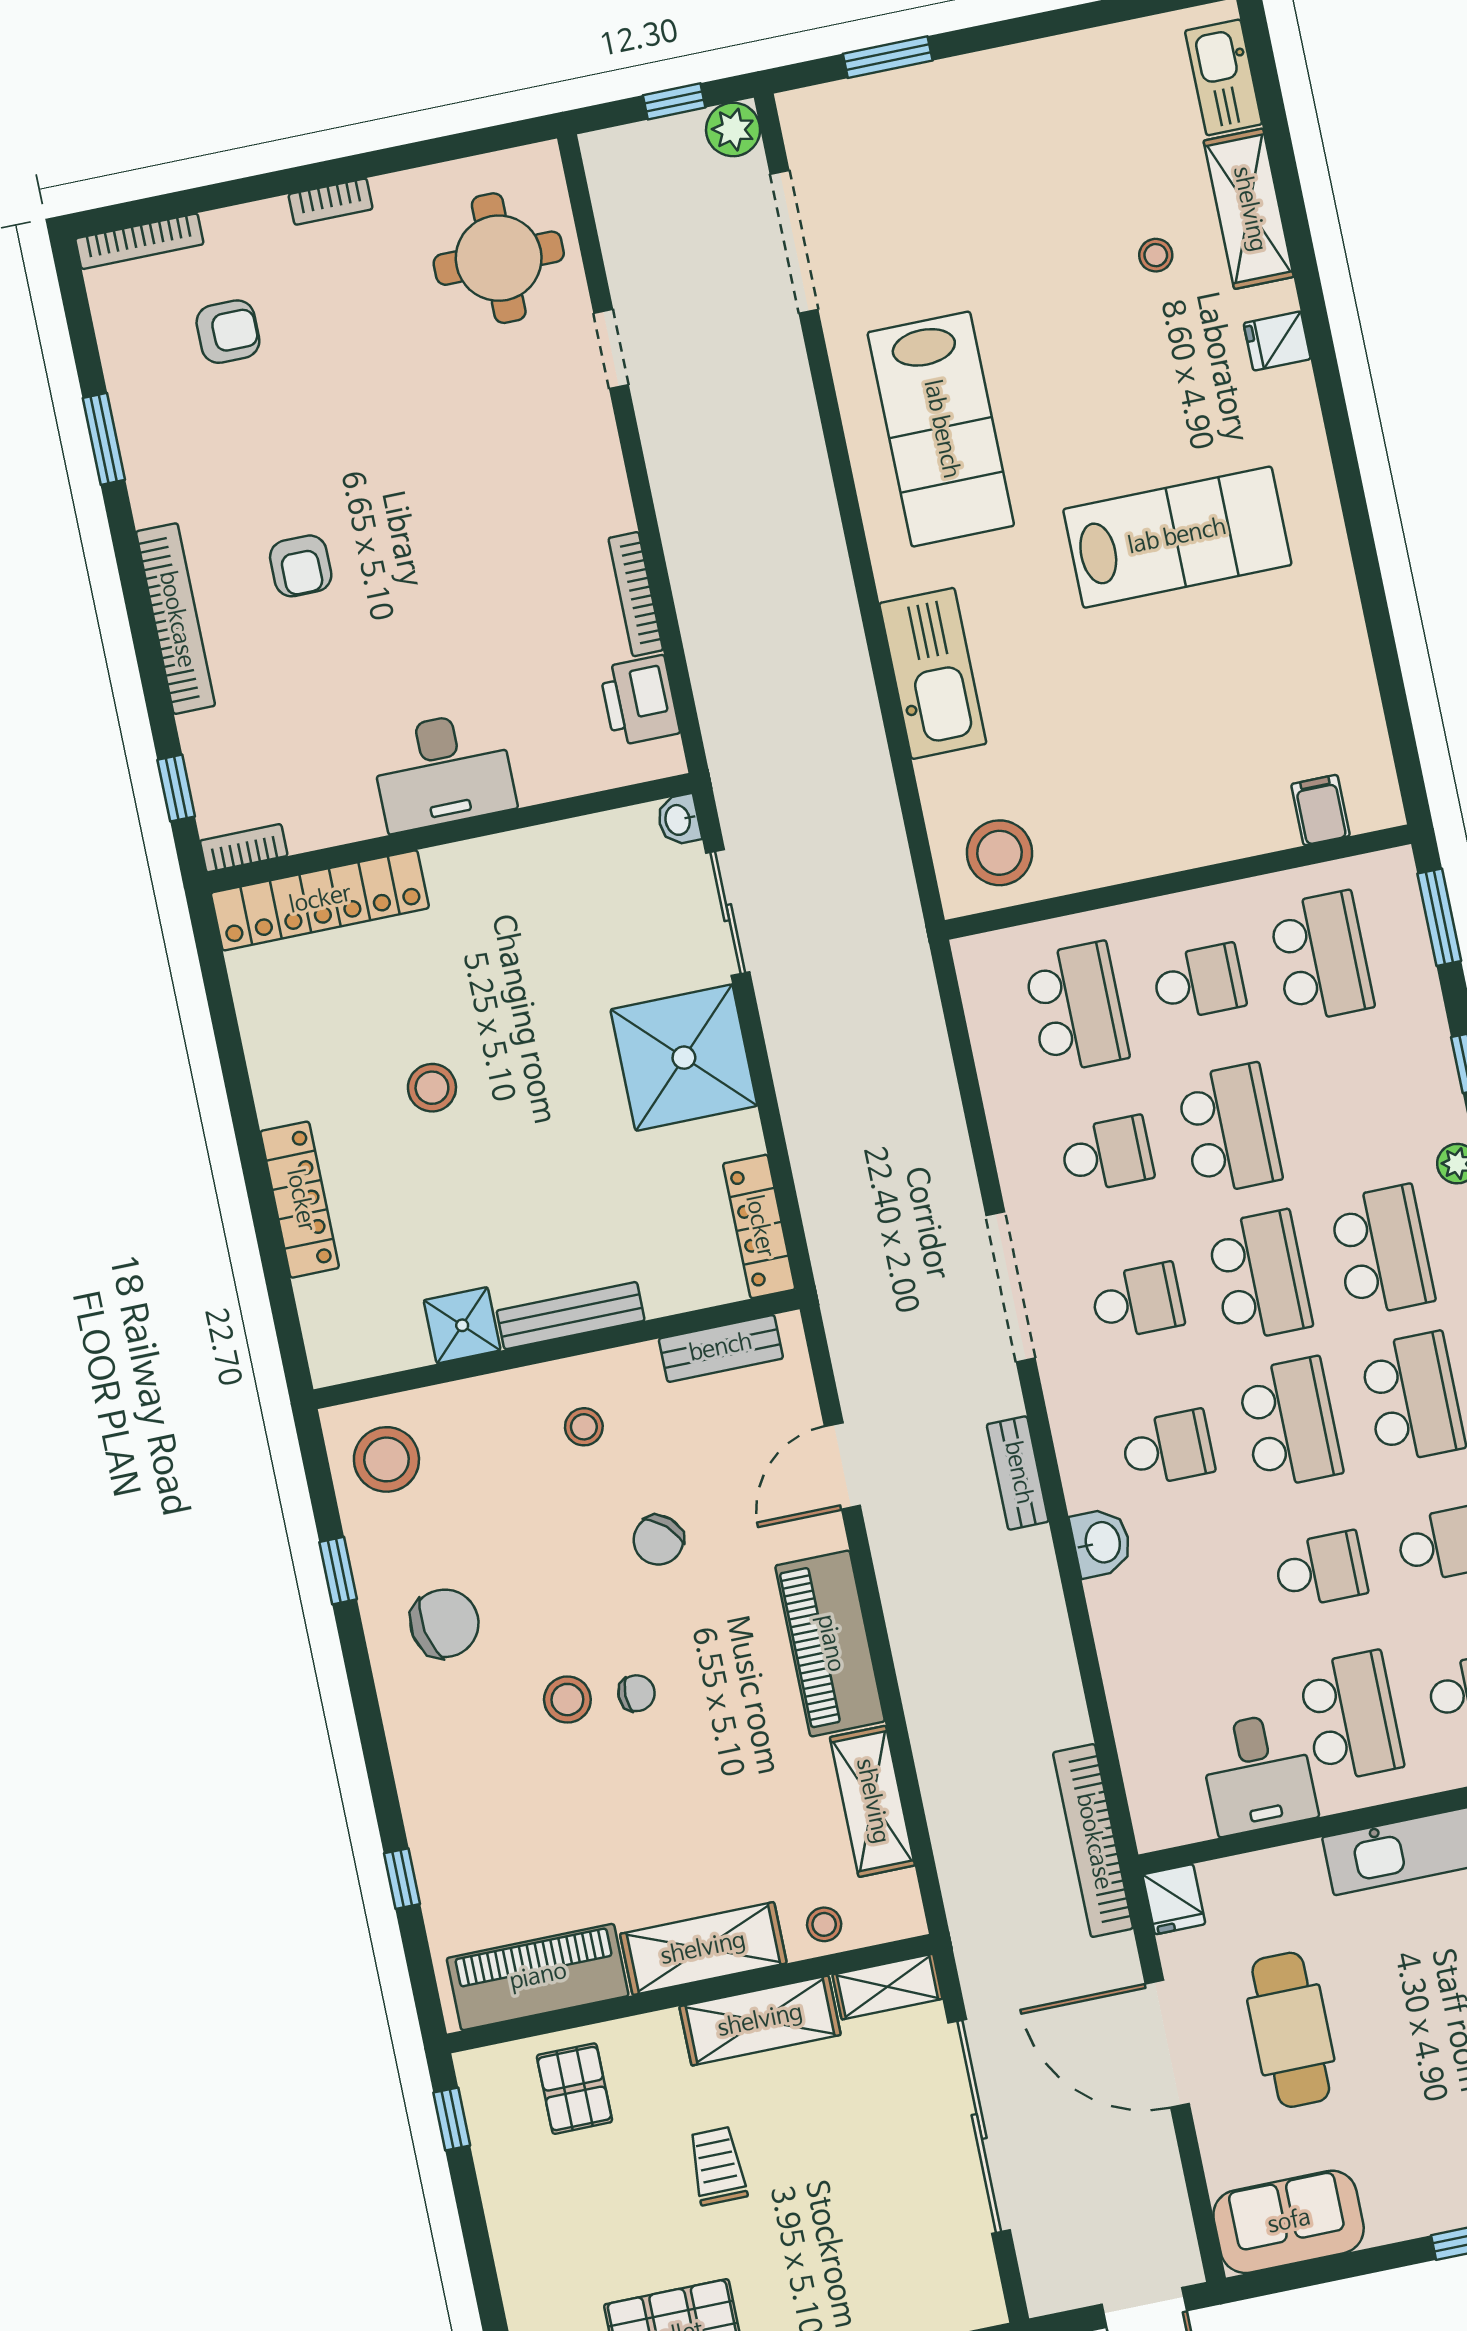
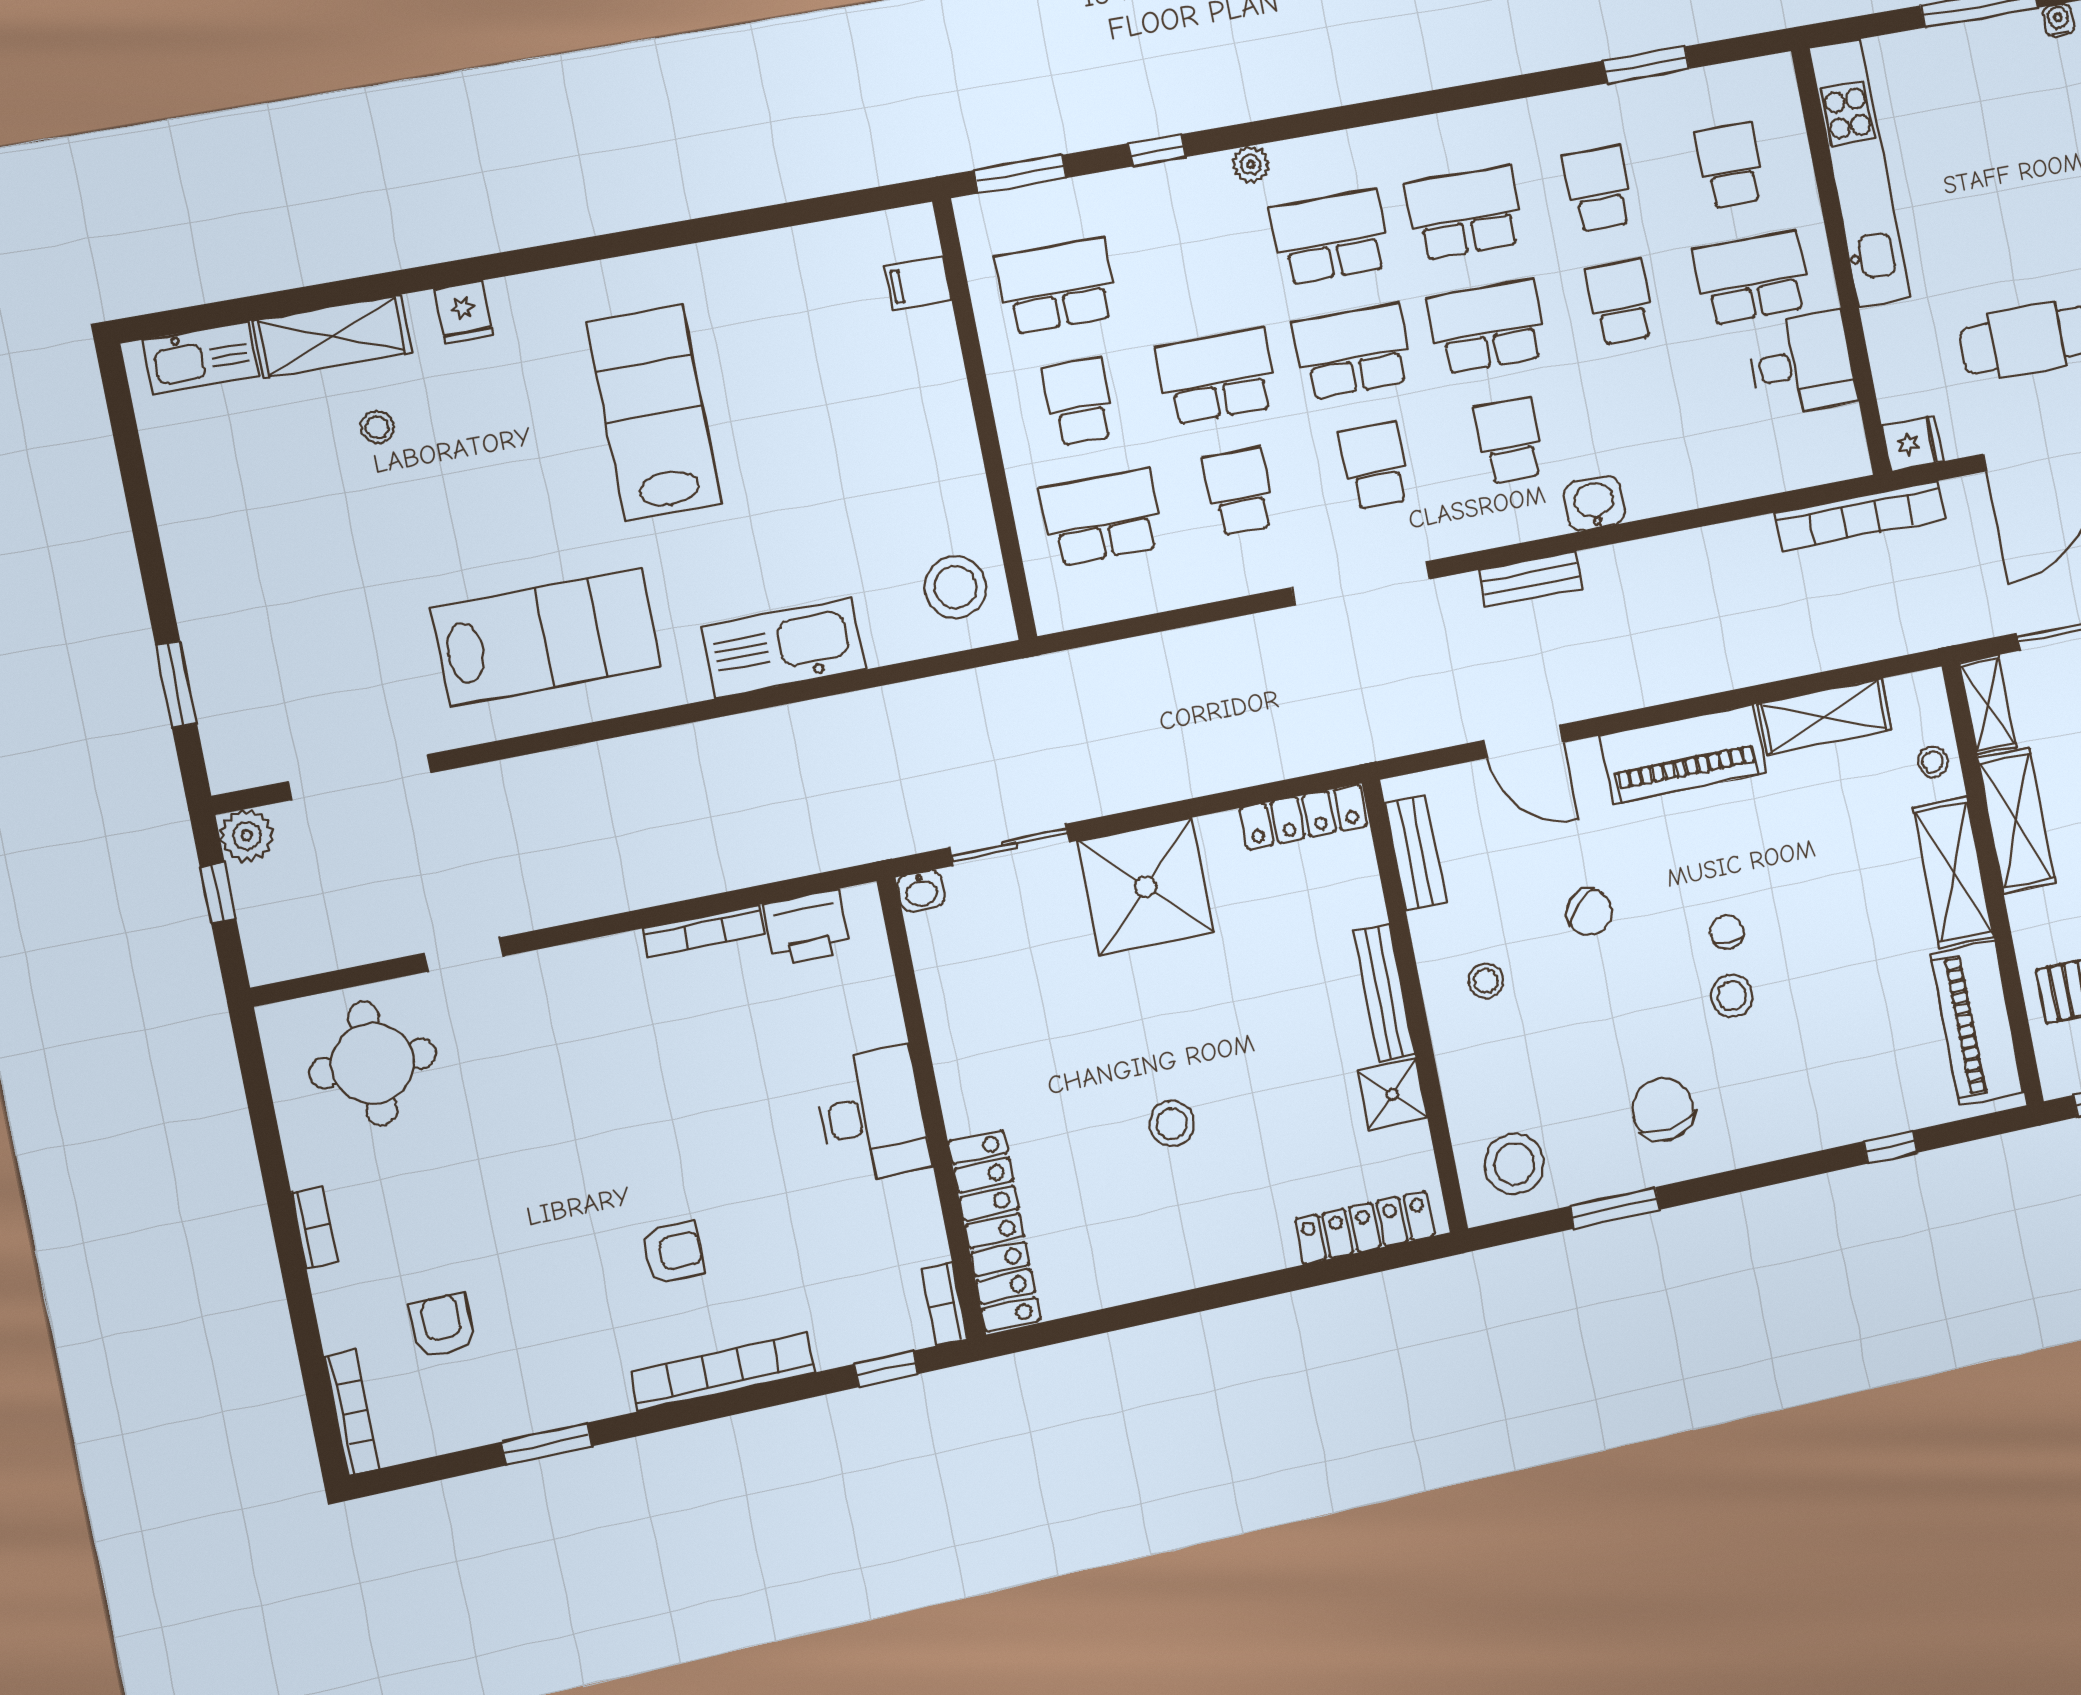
locker: (300, 1200) -> (1365, 1227), moved
window: (338, 1571) -> (1615, 1208), width x1.50

